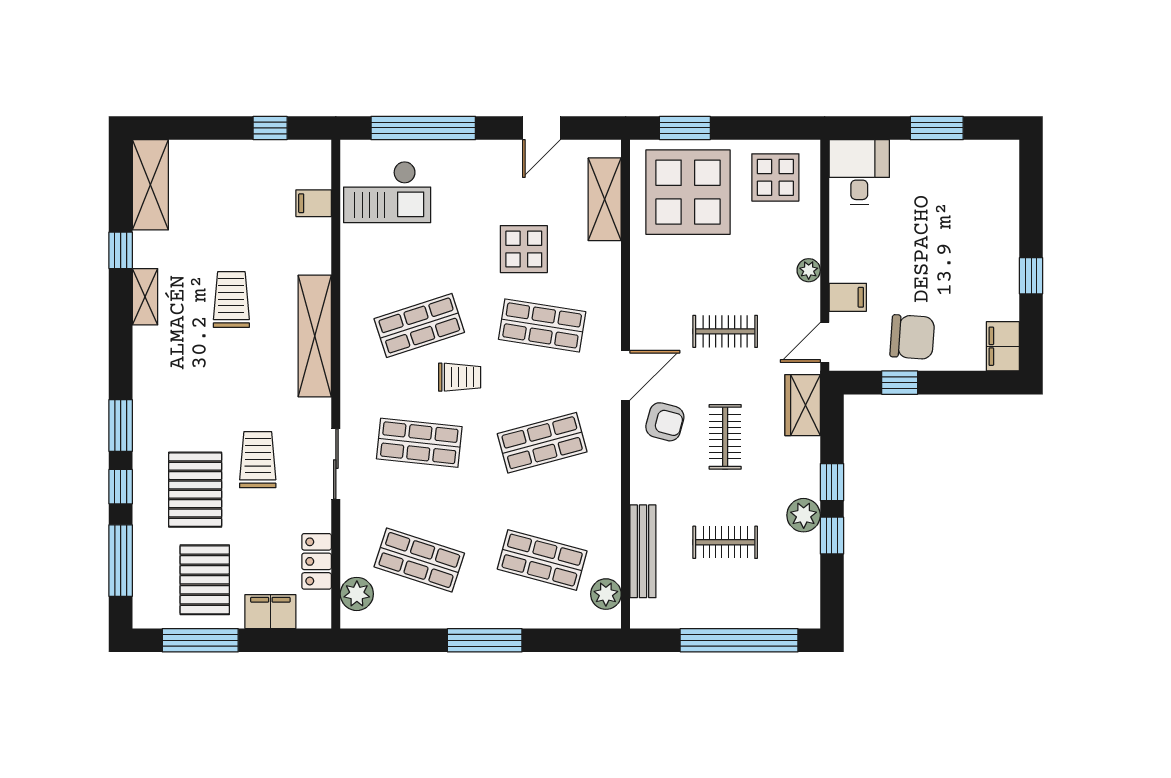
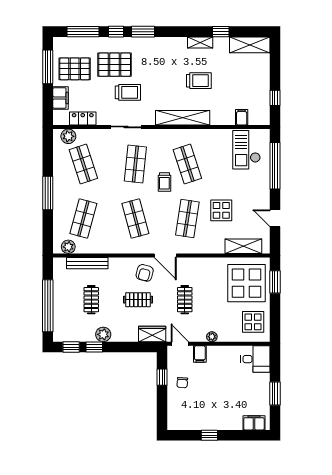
chair: (912, 337) -> (182, 383), width x0.54, depth x0.54
filing cabinet: (1003, 346) -> (254, 423), moved
window: (832, 482) -> (71, 347), moved
shop shelf: (419, 560) -> (83, 164), turned -36

